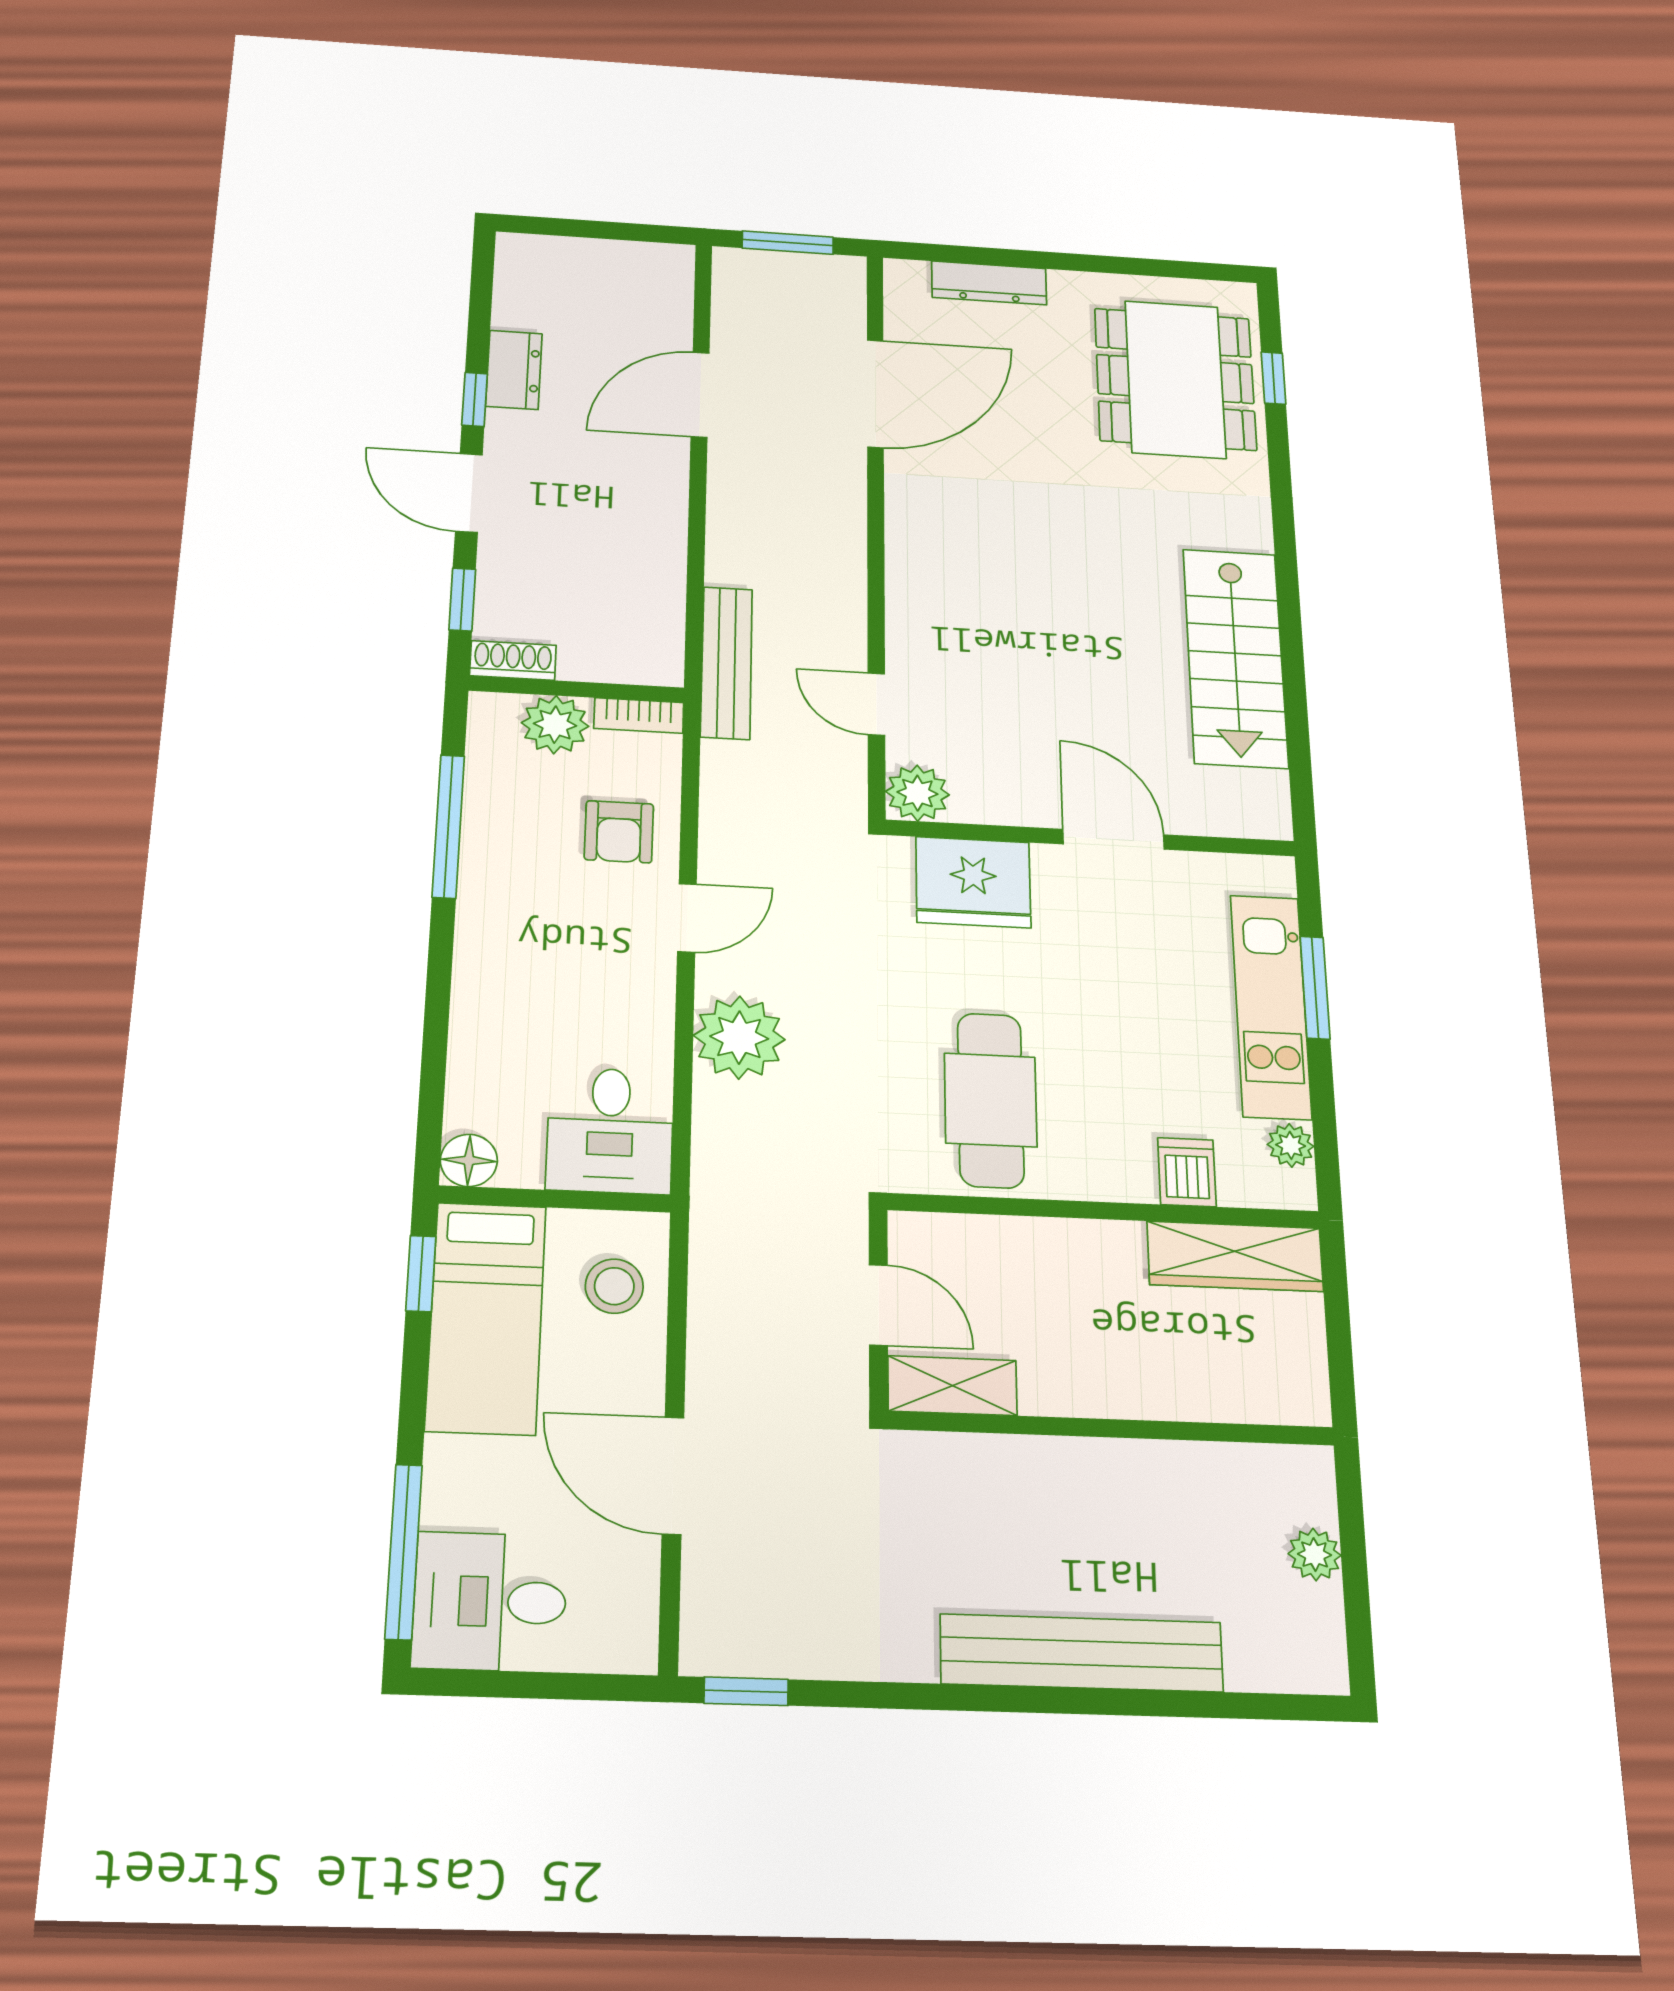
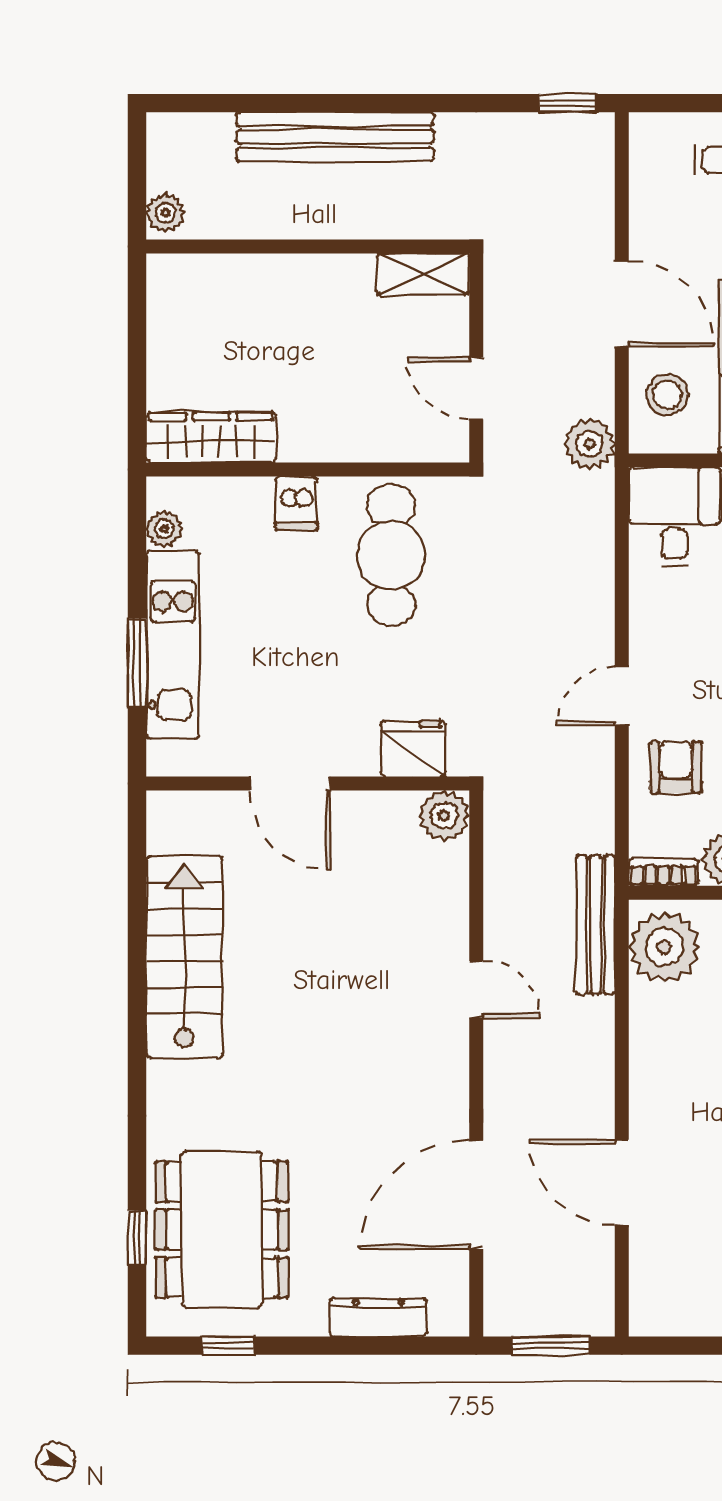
window: (1162, 268) -> (228, 1346), added
door: (700, 395) -> (622, 1182), swing flipped
plant: (640, 634) -> (664, 947), added
door: (876, 704) -> (476, 989), moved
fridge: (973, 882) -> (413, 749), width x0.73, depth x0.75
plant: (739, 1037) -> (590, 444), moved, width x0.73, depth x0.73
dishwasher: (1187, 1172) -> (296, 503), moved
shelving: (952, 1386) -> (423, 274), moved
wall: (1112, 1428) -> (308, 246), moved
door: (673, 1476) -> (622, 304), moved

